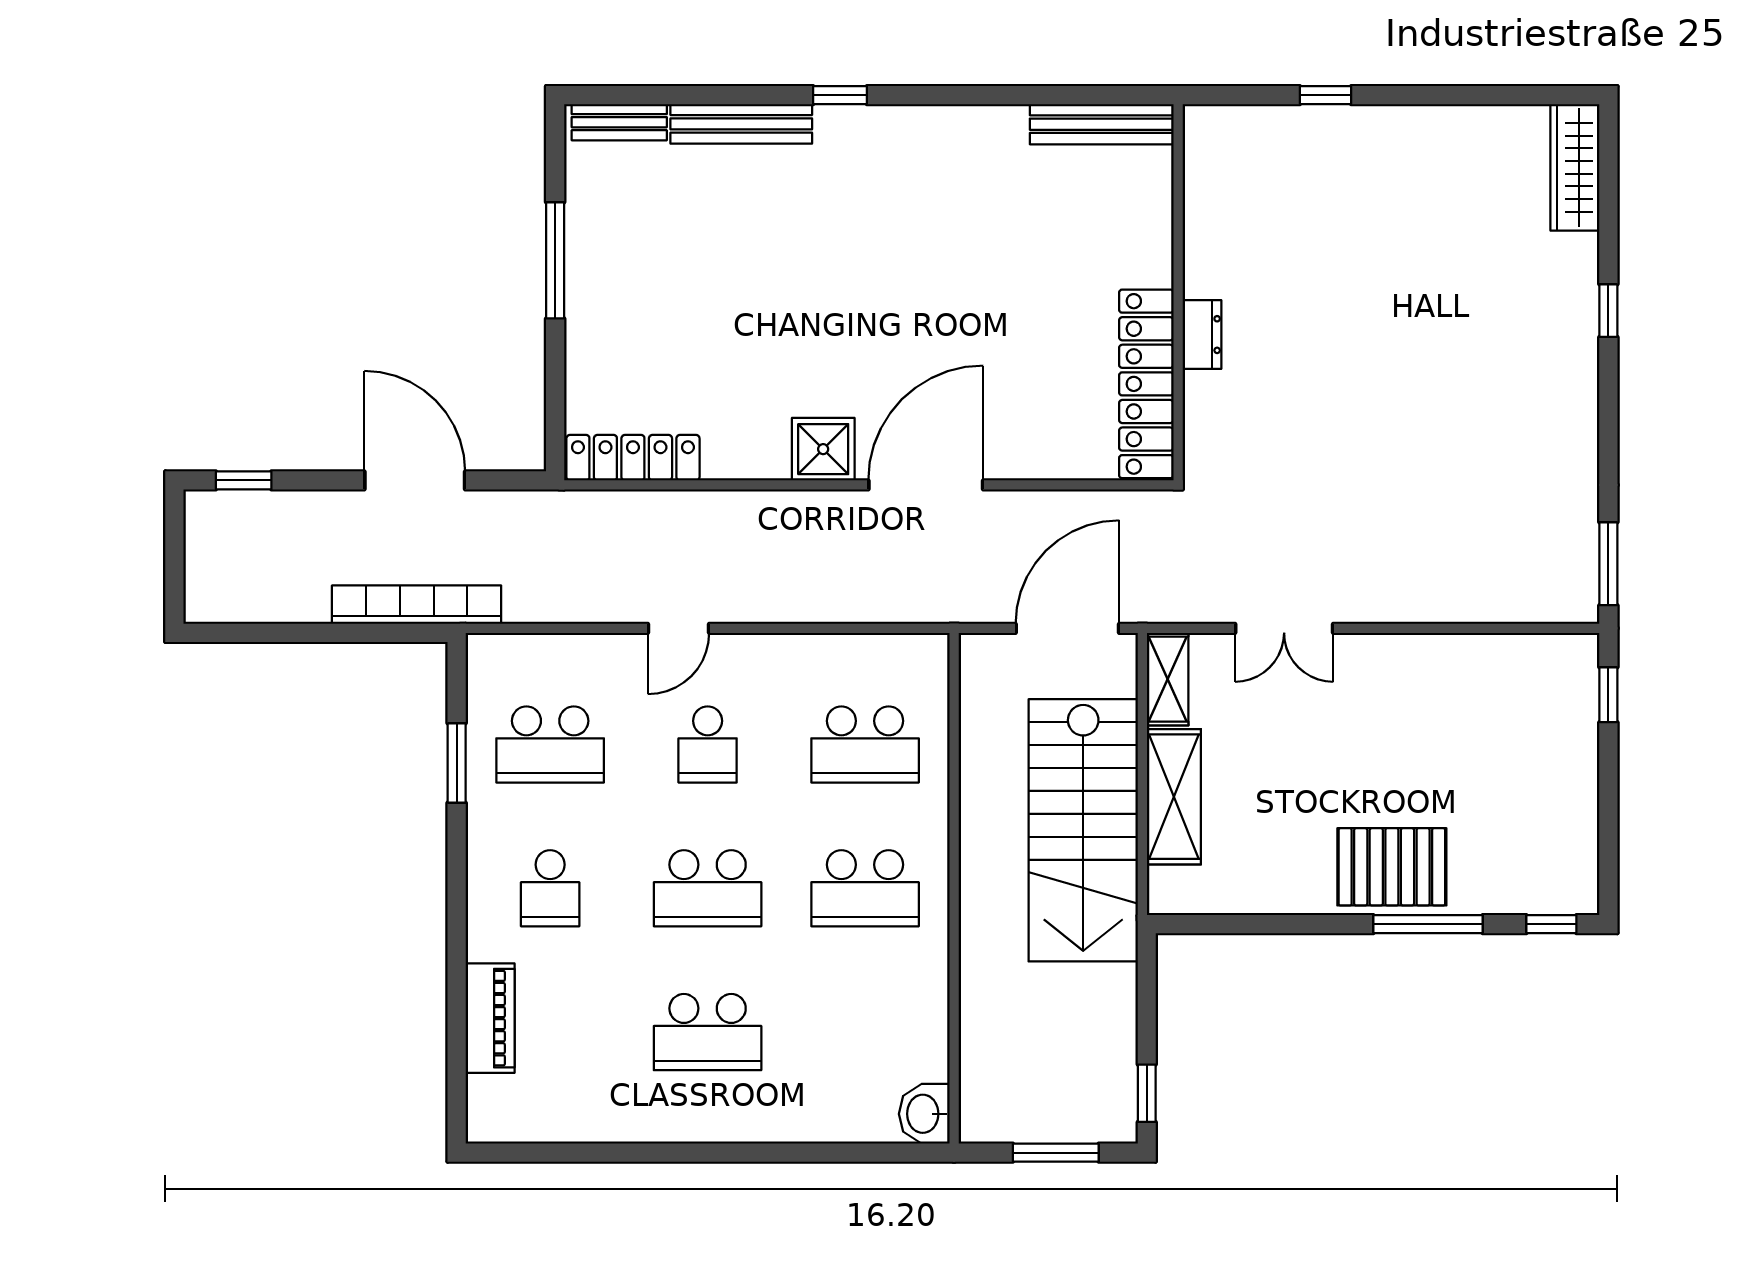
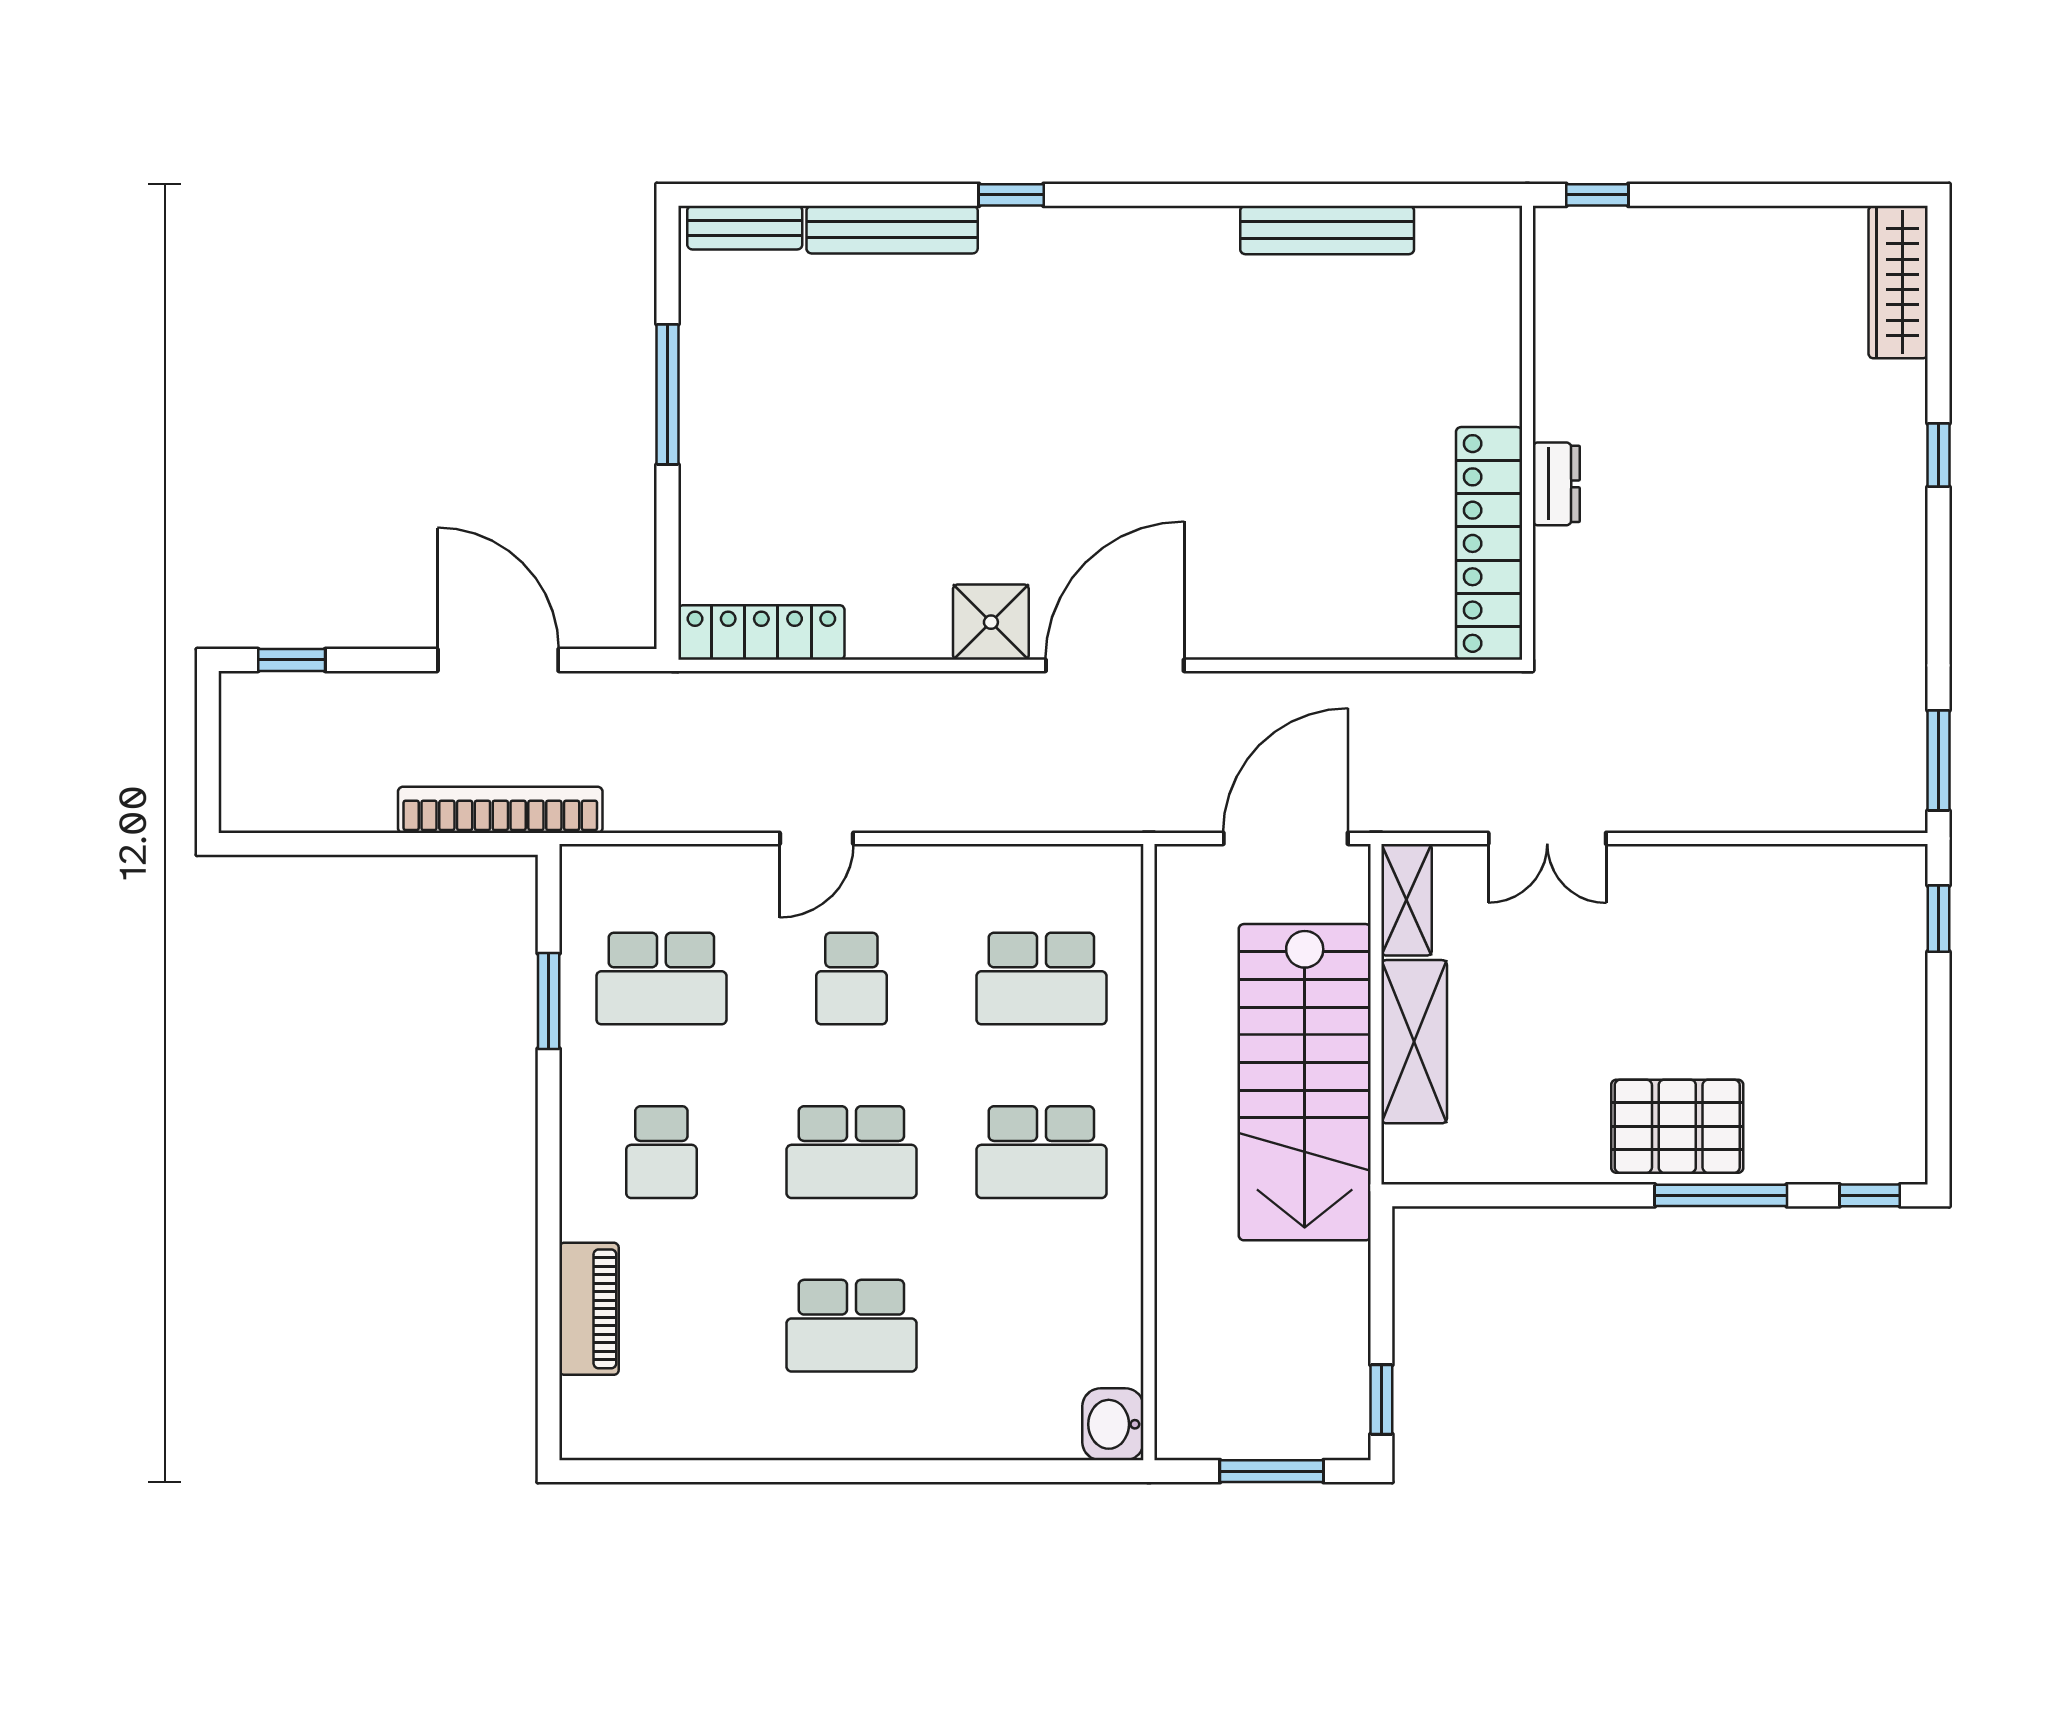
wall: (1178, 292) -> (1527, 433), moved
dresser: (1202, 335) -> (1556, 484), moved
locker: (1146, 384) -> (1489, 543), moved

